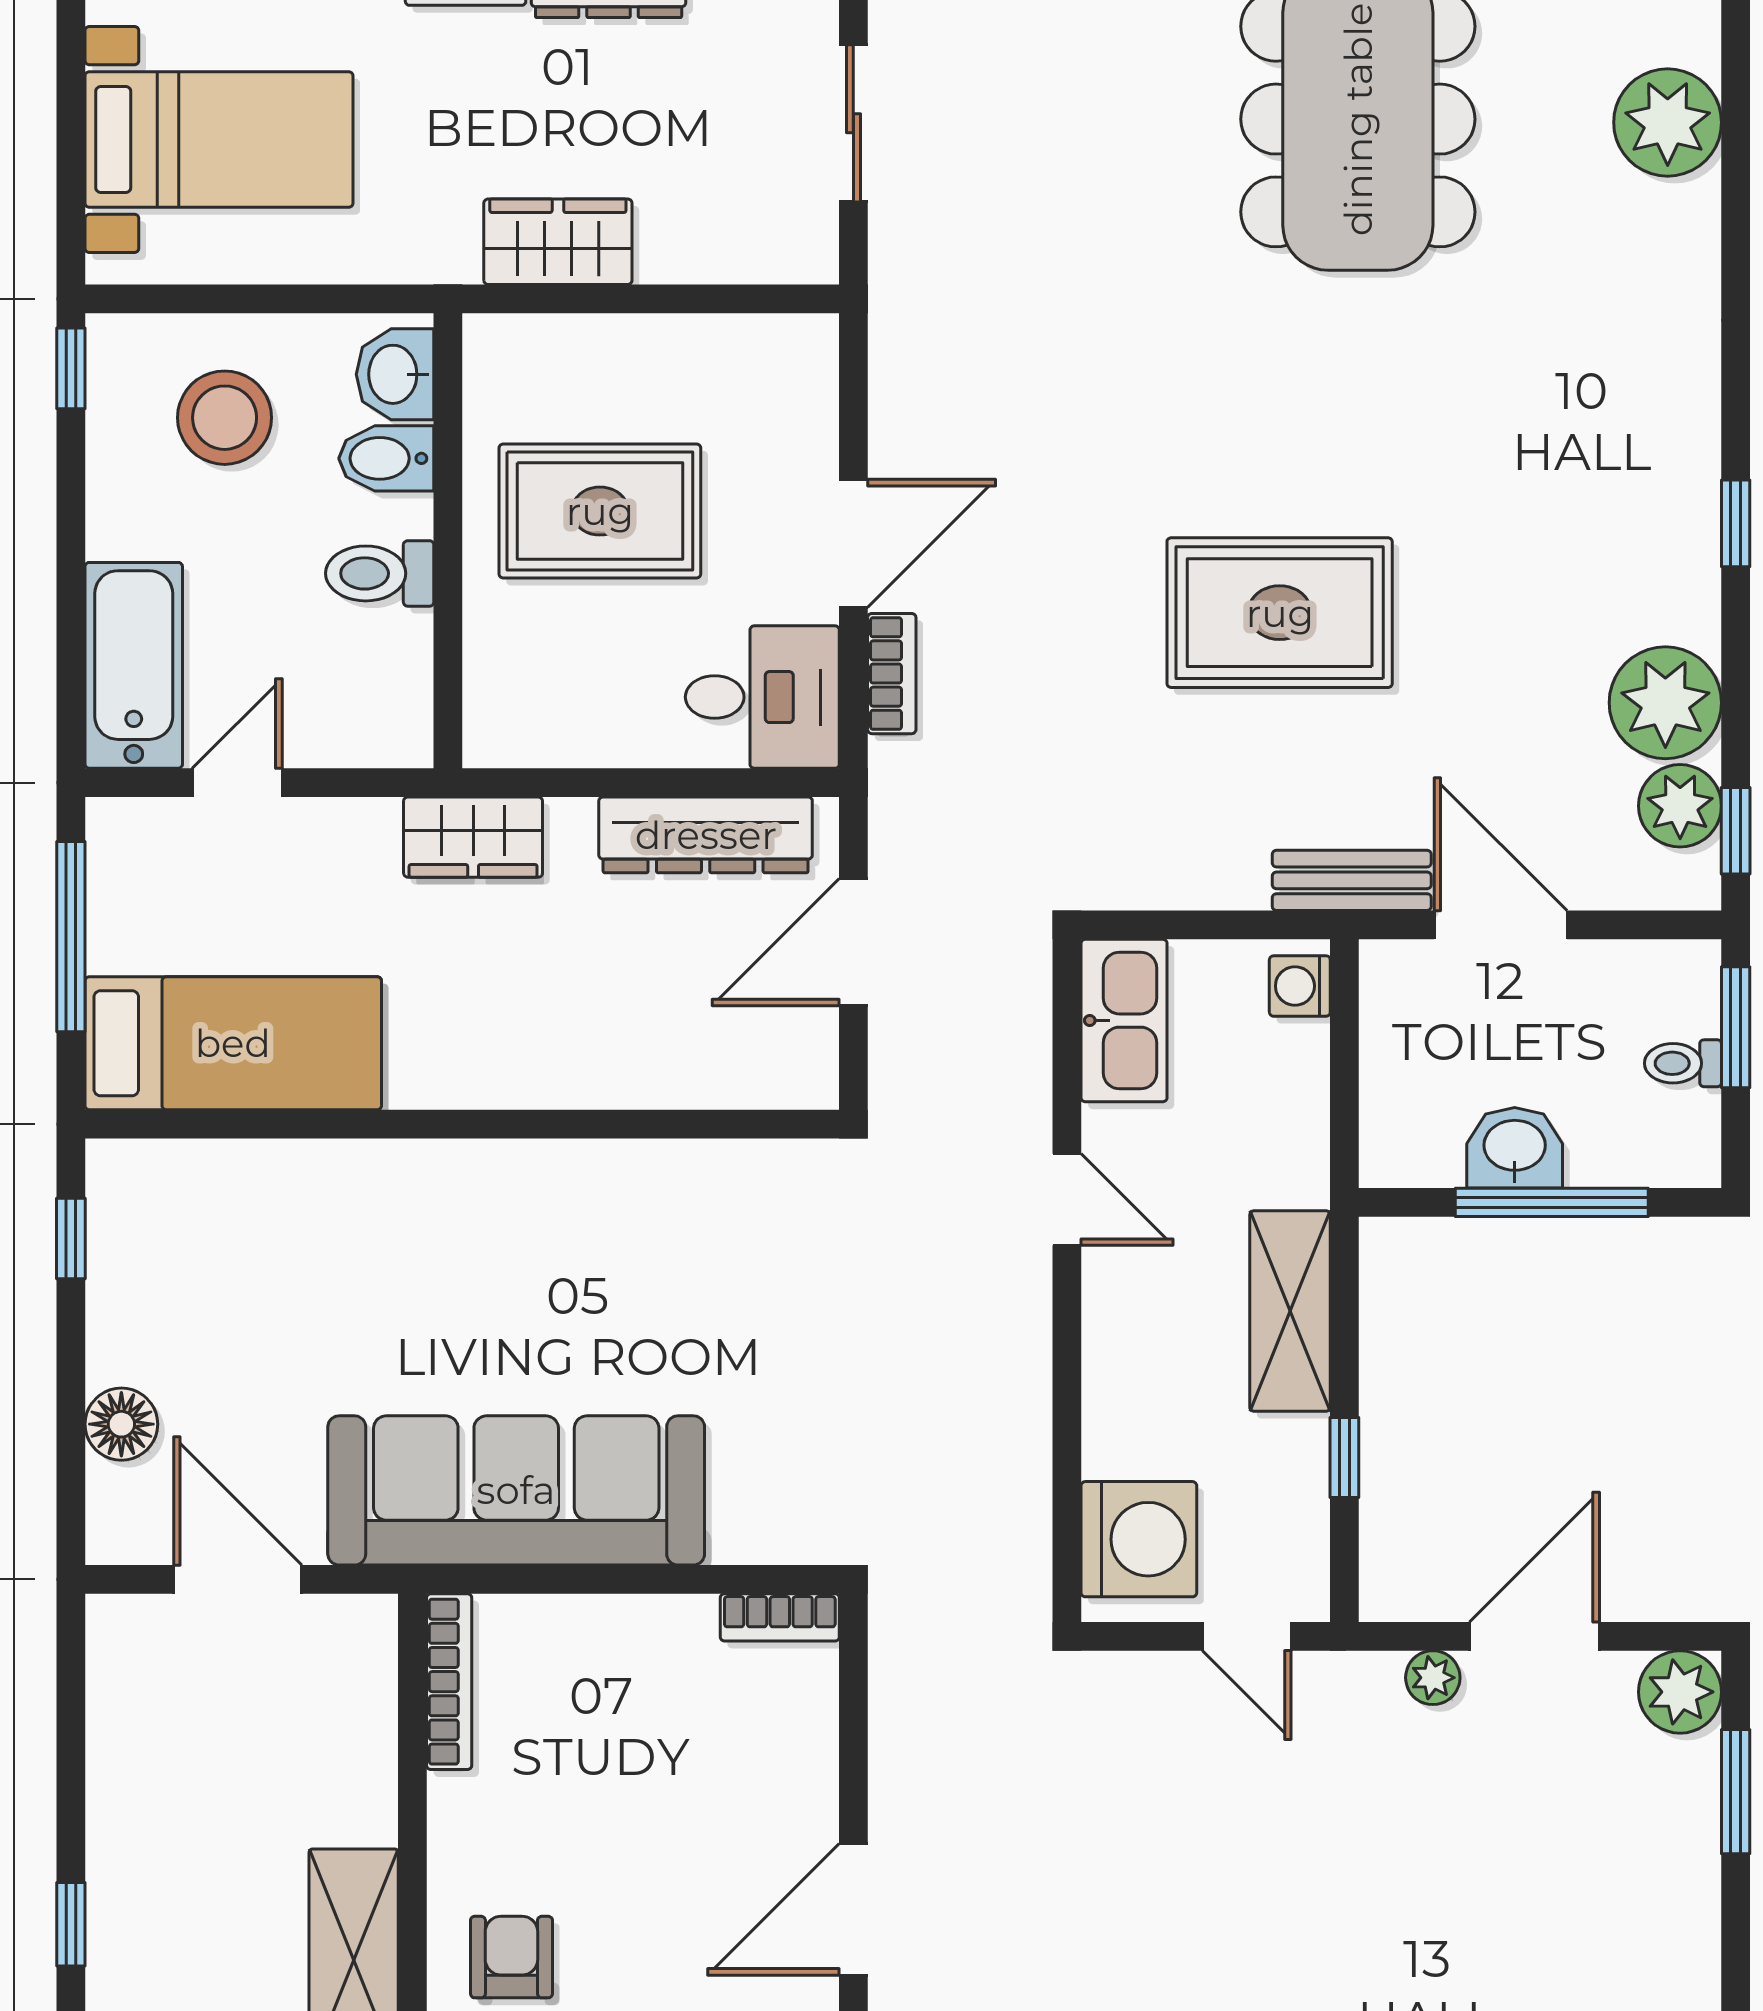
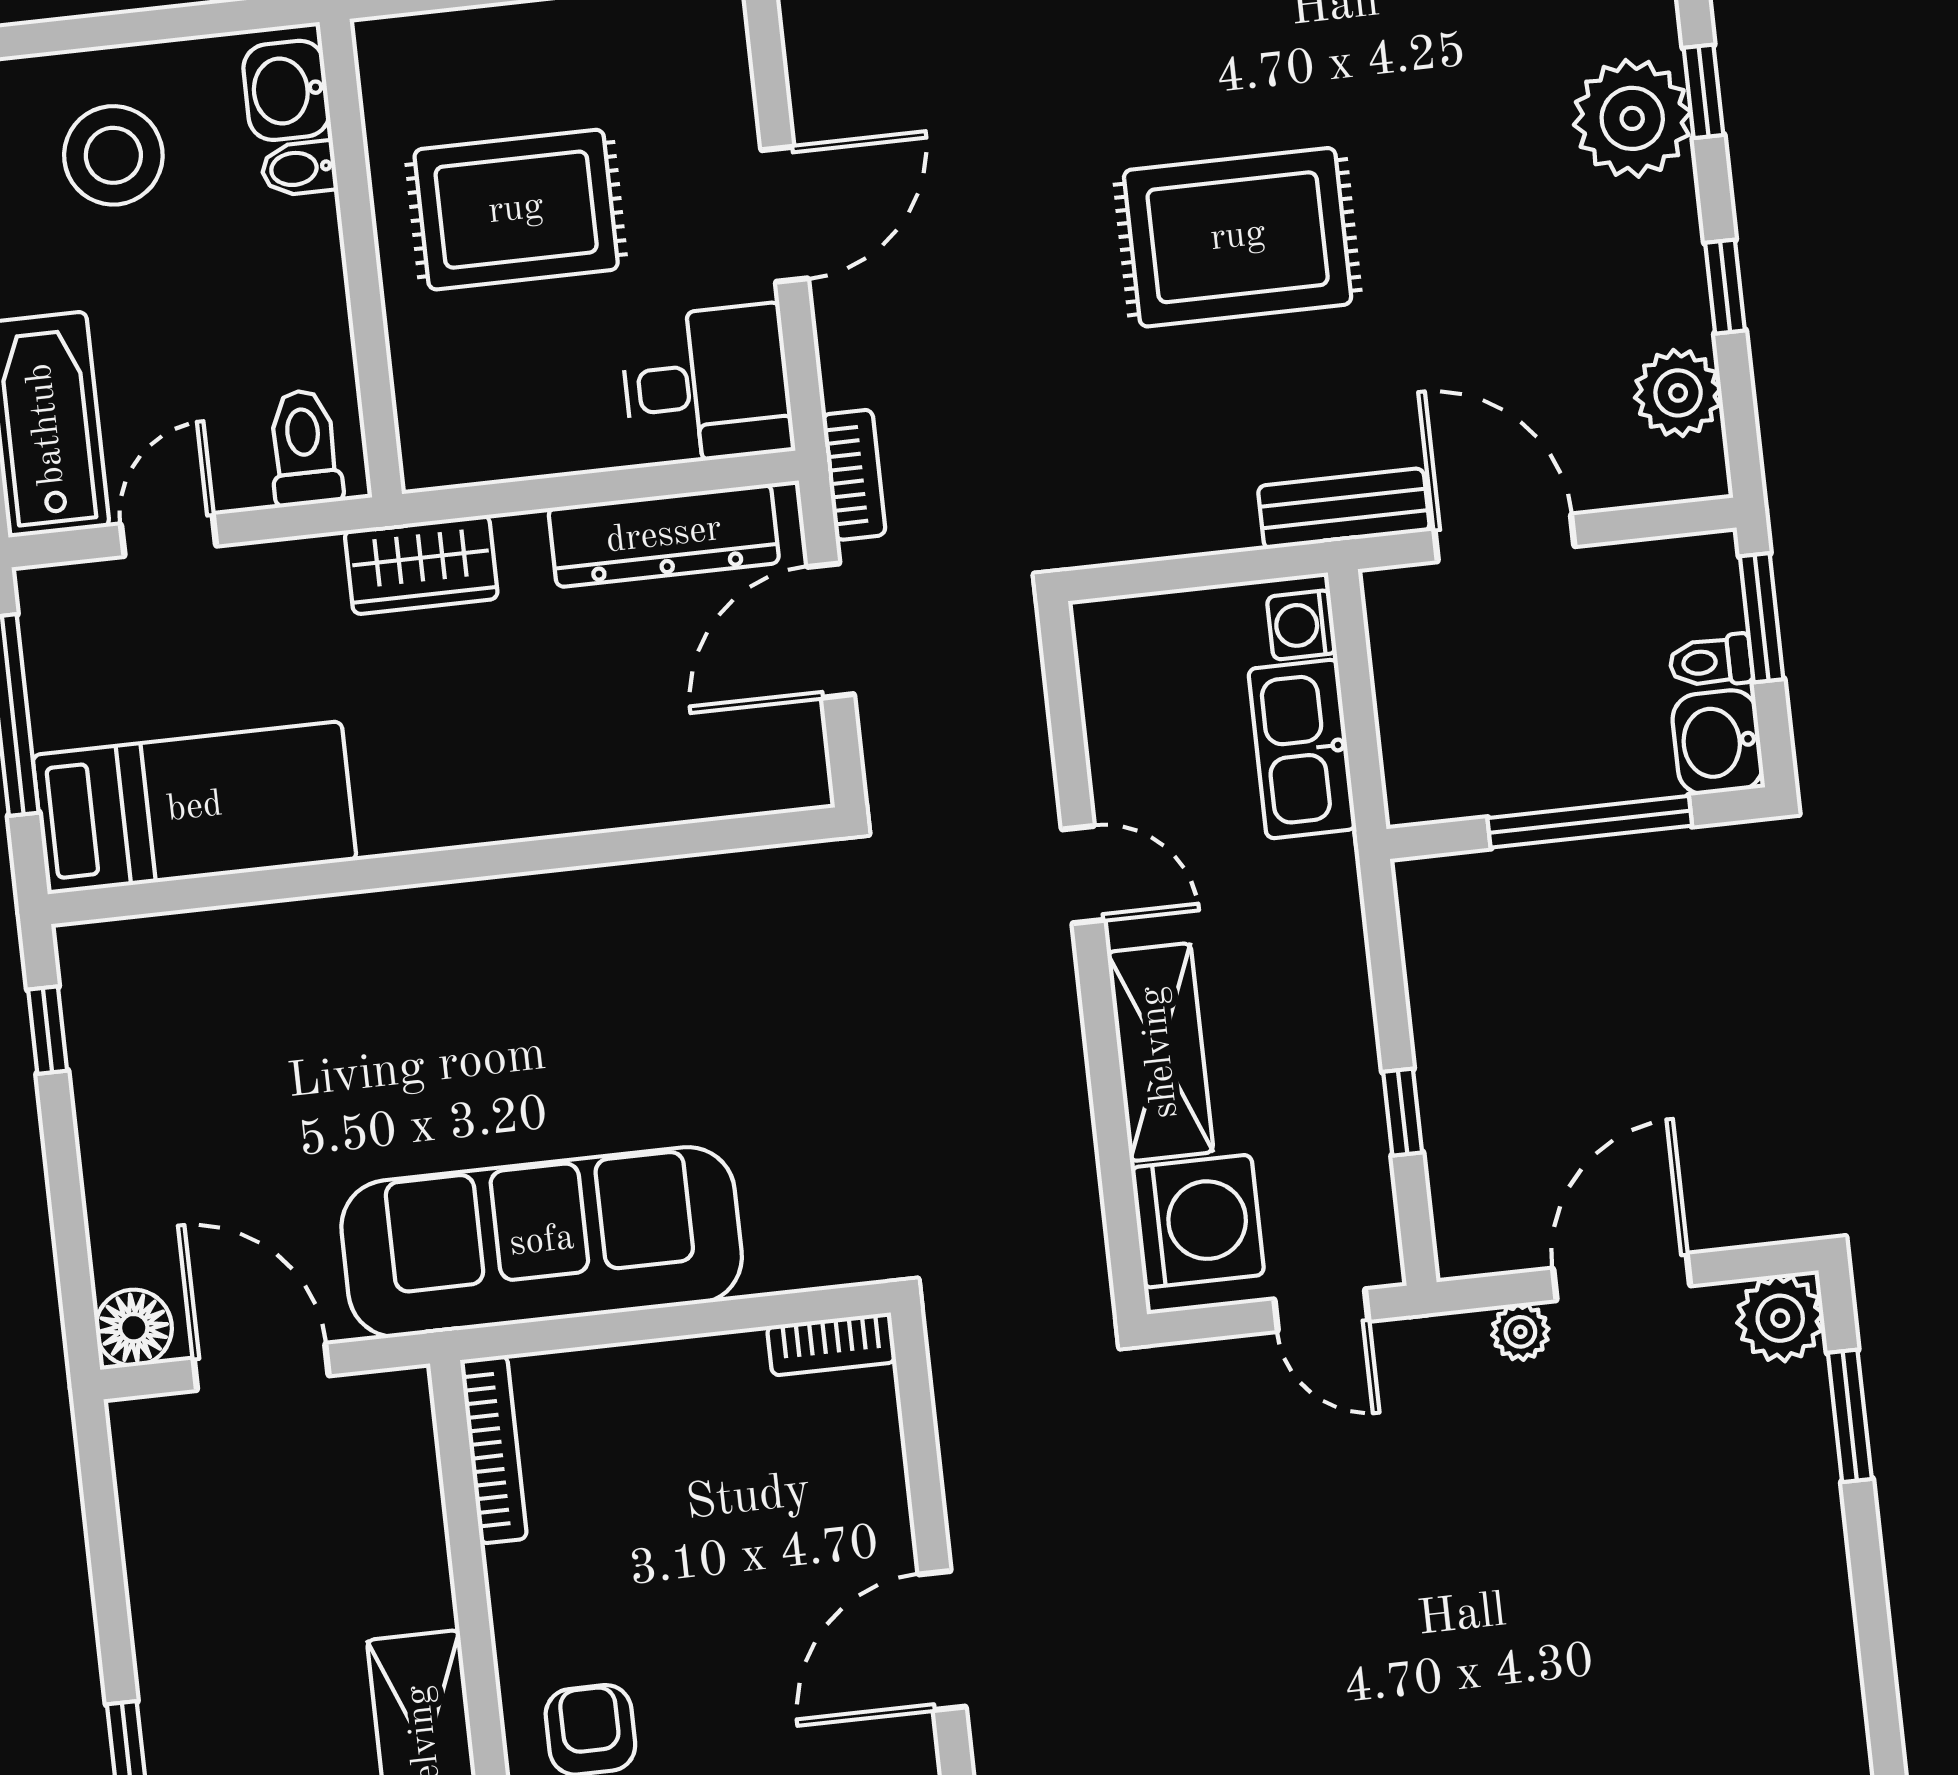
bidet: (386, 458) -> (299, 168), width x0.72, depth x0.74
toilet: (380, 573) -> (304, 448), moved, turned 90
bookcase: (892, 674) -> (854, 475), moved
plant: (1665, 703) -> (1632, 118), moved
window: (1736, 831) -> (1725, 287), moved
kitchen sink: (1124, 1021) -> (1302, 749), moved, turned 180
washbasin: (1515, 1148) -> (1718, 742), moved, turned -90
shelving: (1290, 1311) -> (1160, 1052), moved
floor lamp: (121, 1424) -> (134, 1328), moved

